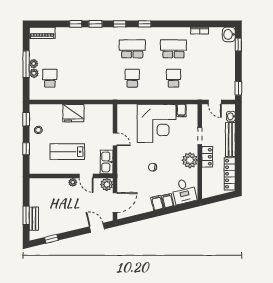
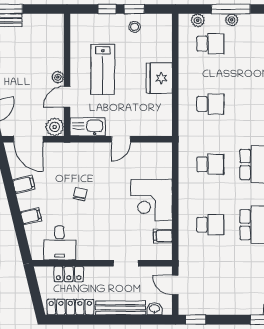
plant: (34, 73) -> (198, 20), moved
school desk: (91, 78) -> (210, 104), added
door: (215, 102) -> (175, 285), hinge flipped
window: (26, 119) -> (134, 9), moved
corner desk: (157, 123) -> (152, 200), width x0.74, depth x0.74
lab bench: (67, 152) -> (103, 69), turned 180
locker: (207, 157) -> (69, 274), moved
plant: (190, 160) -> (90, 249), removed
desk: (184, 191) -> (60, 243), moved, turned -76
filing cabinet: (157, 203) -> (24, 184), moved

